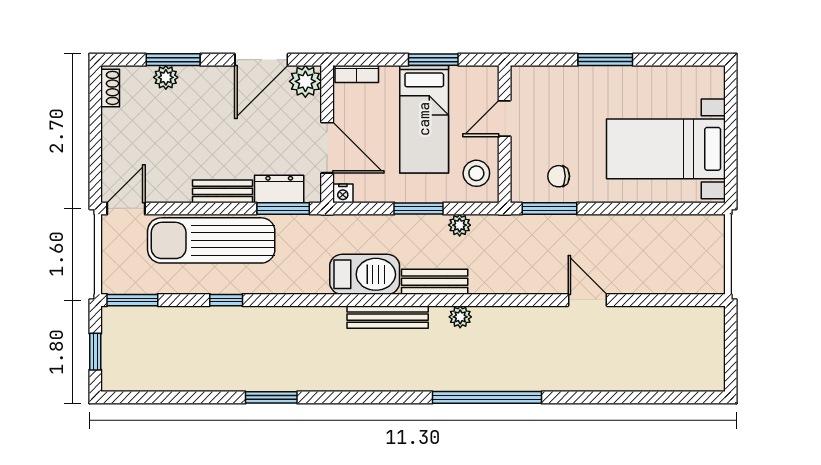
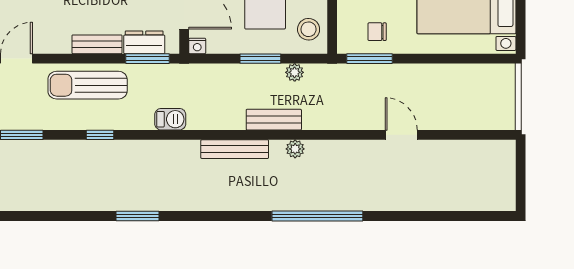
sun lounger: (211, 240) -> (88, 85), width x0.73, depth x0.75
barbecue: (365, 274) -> (170, 119), moved, width x0.53, depth x0.65

